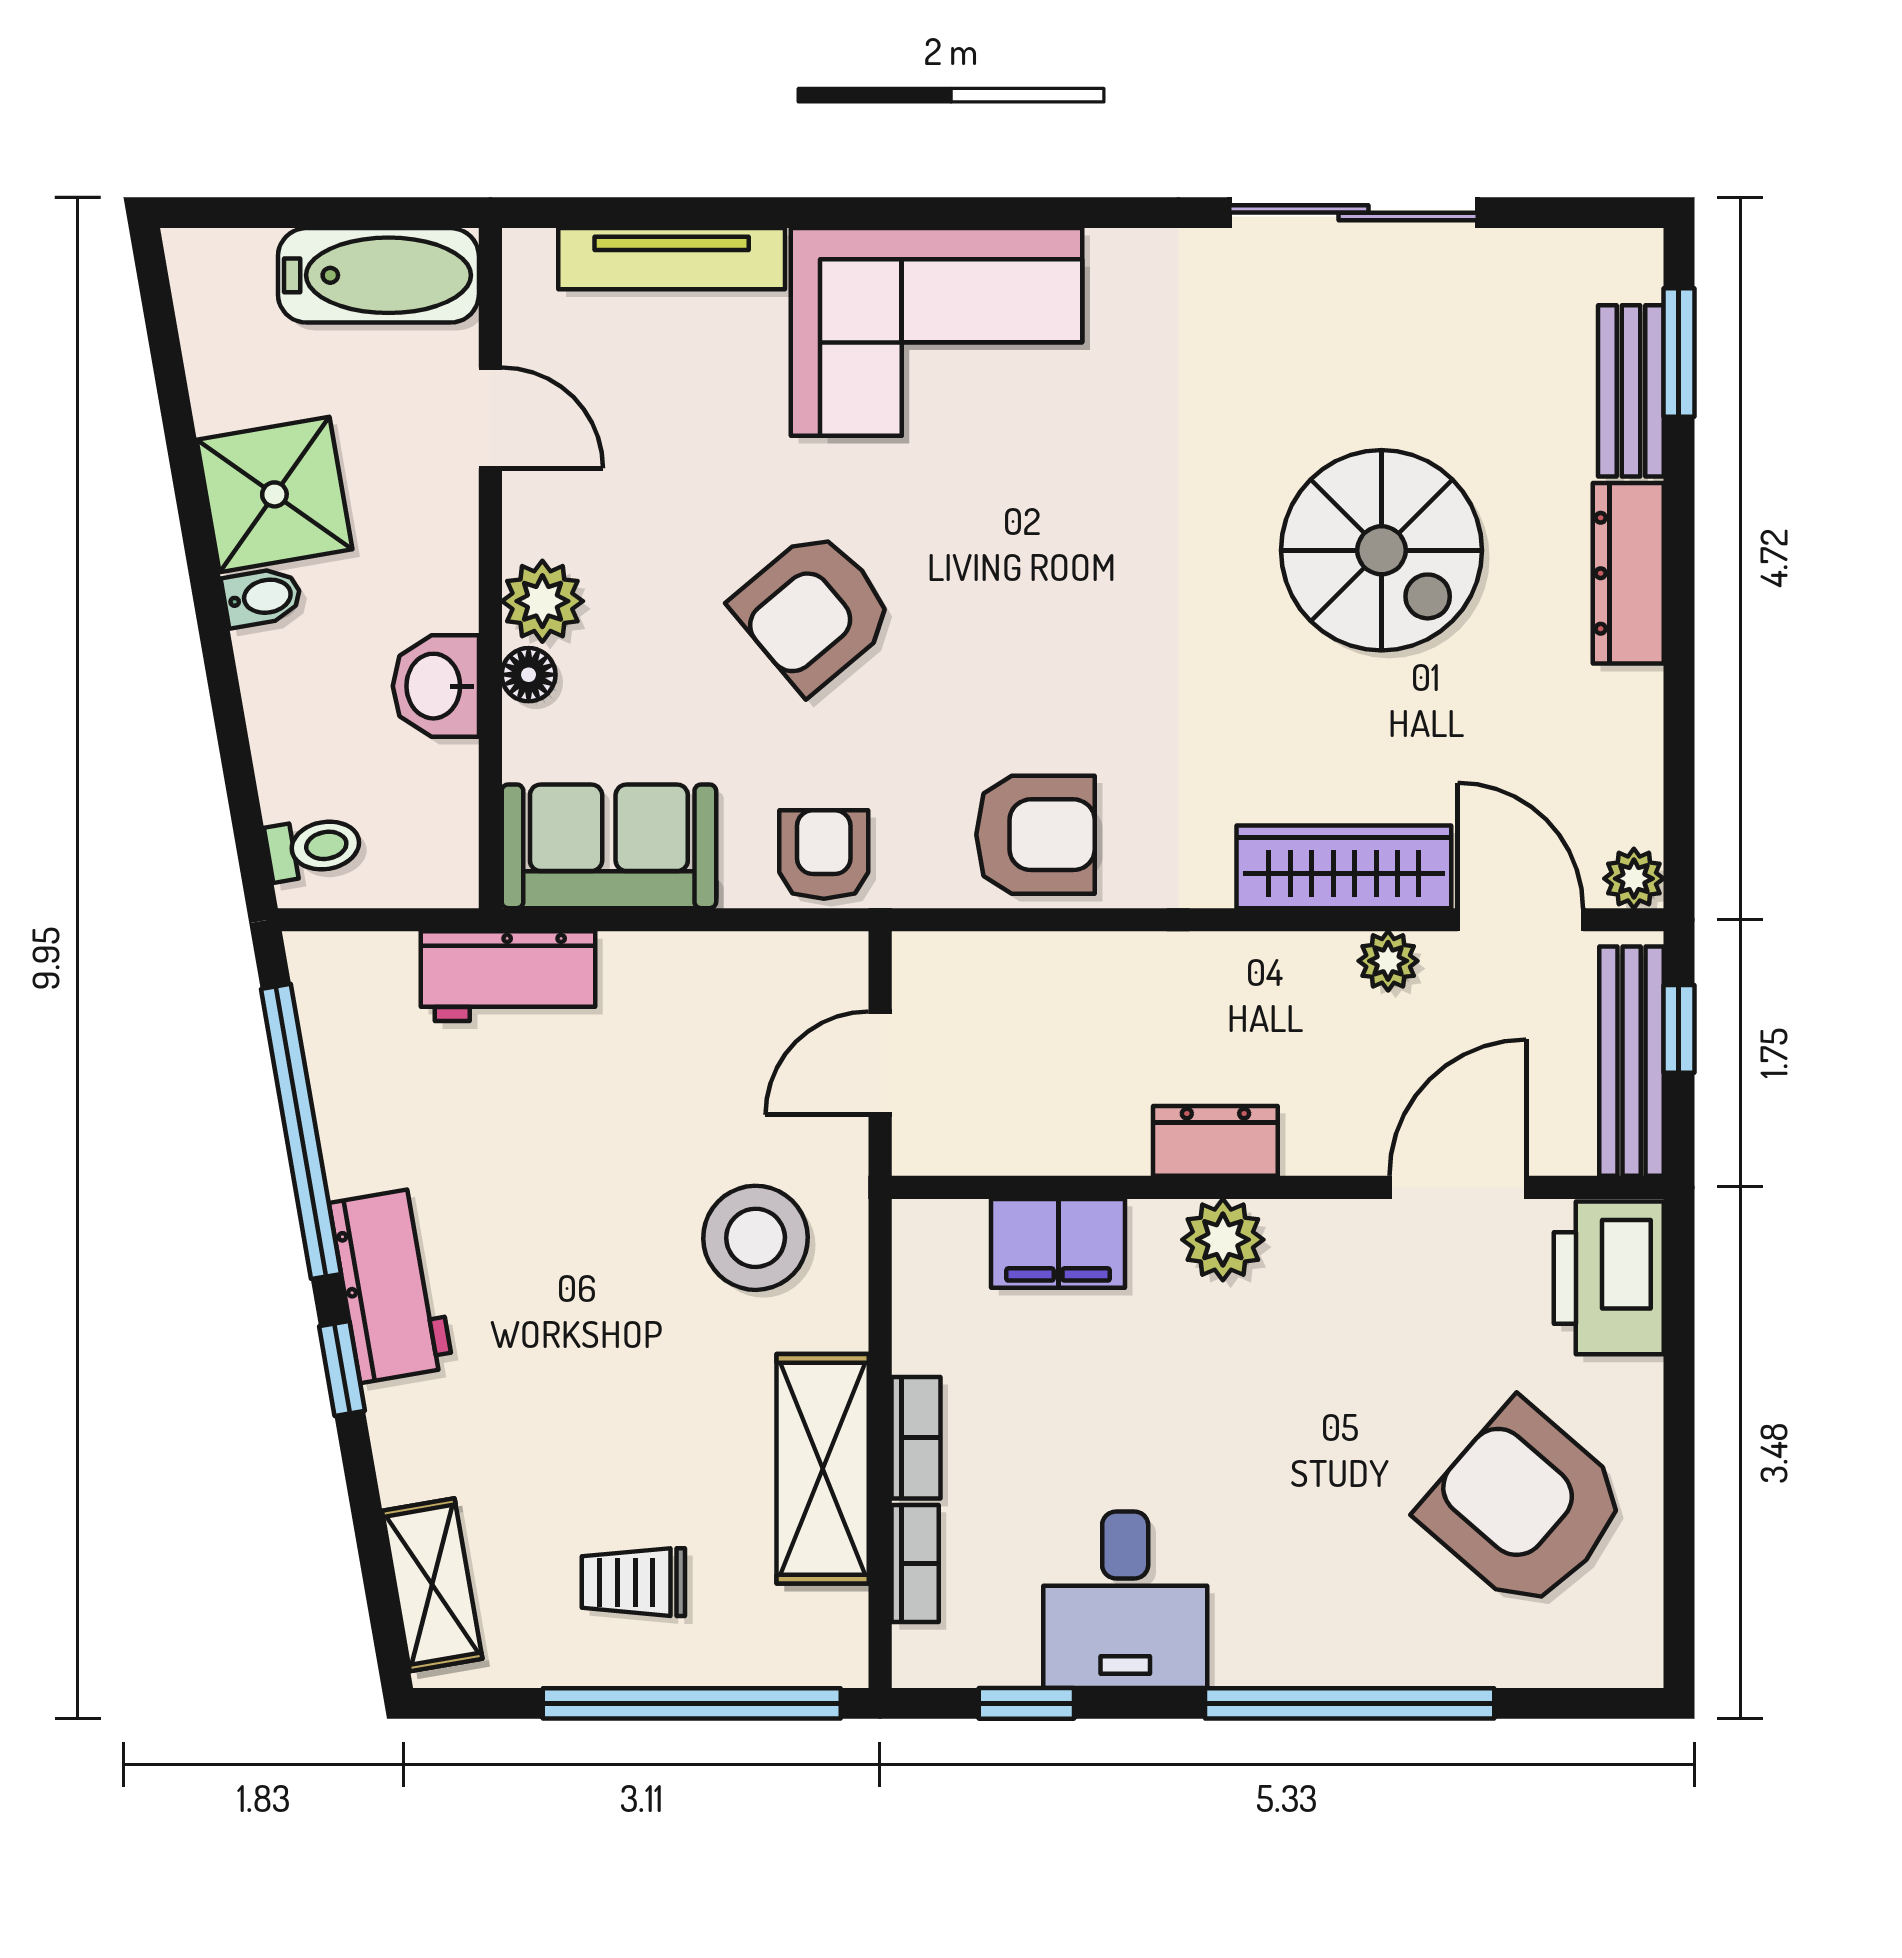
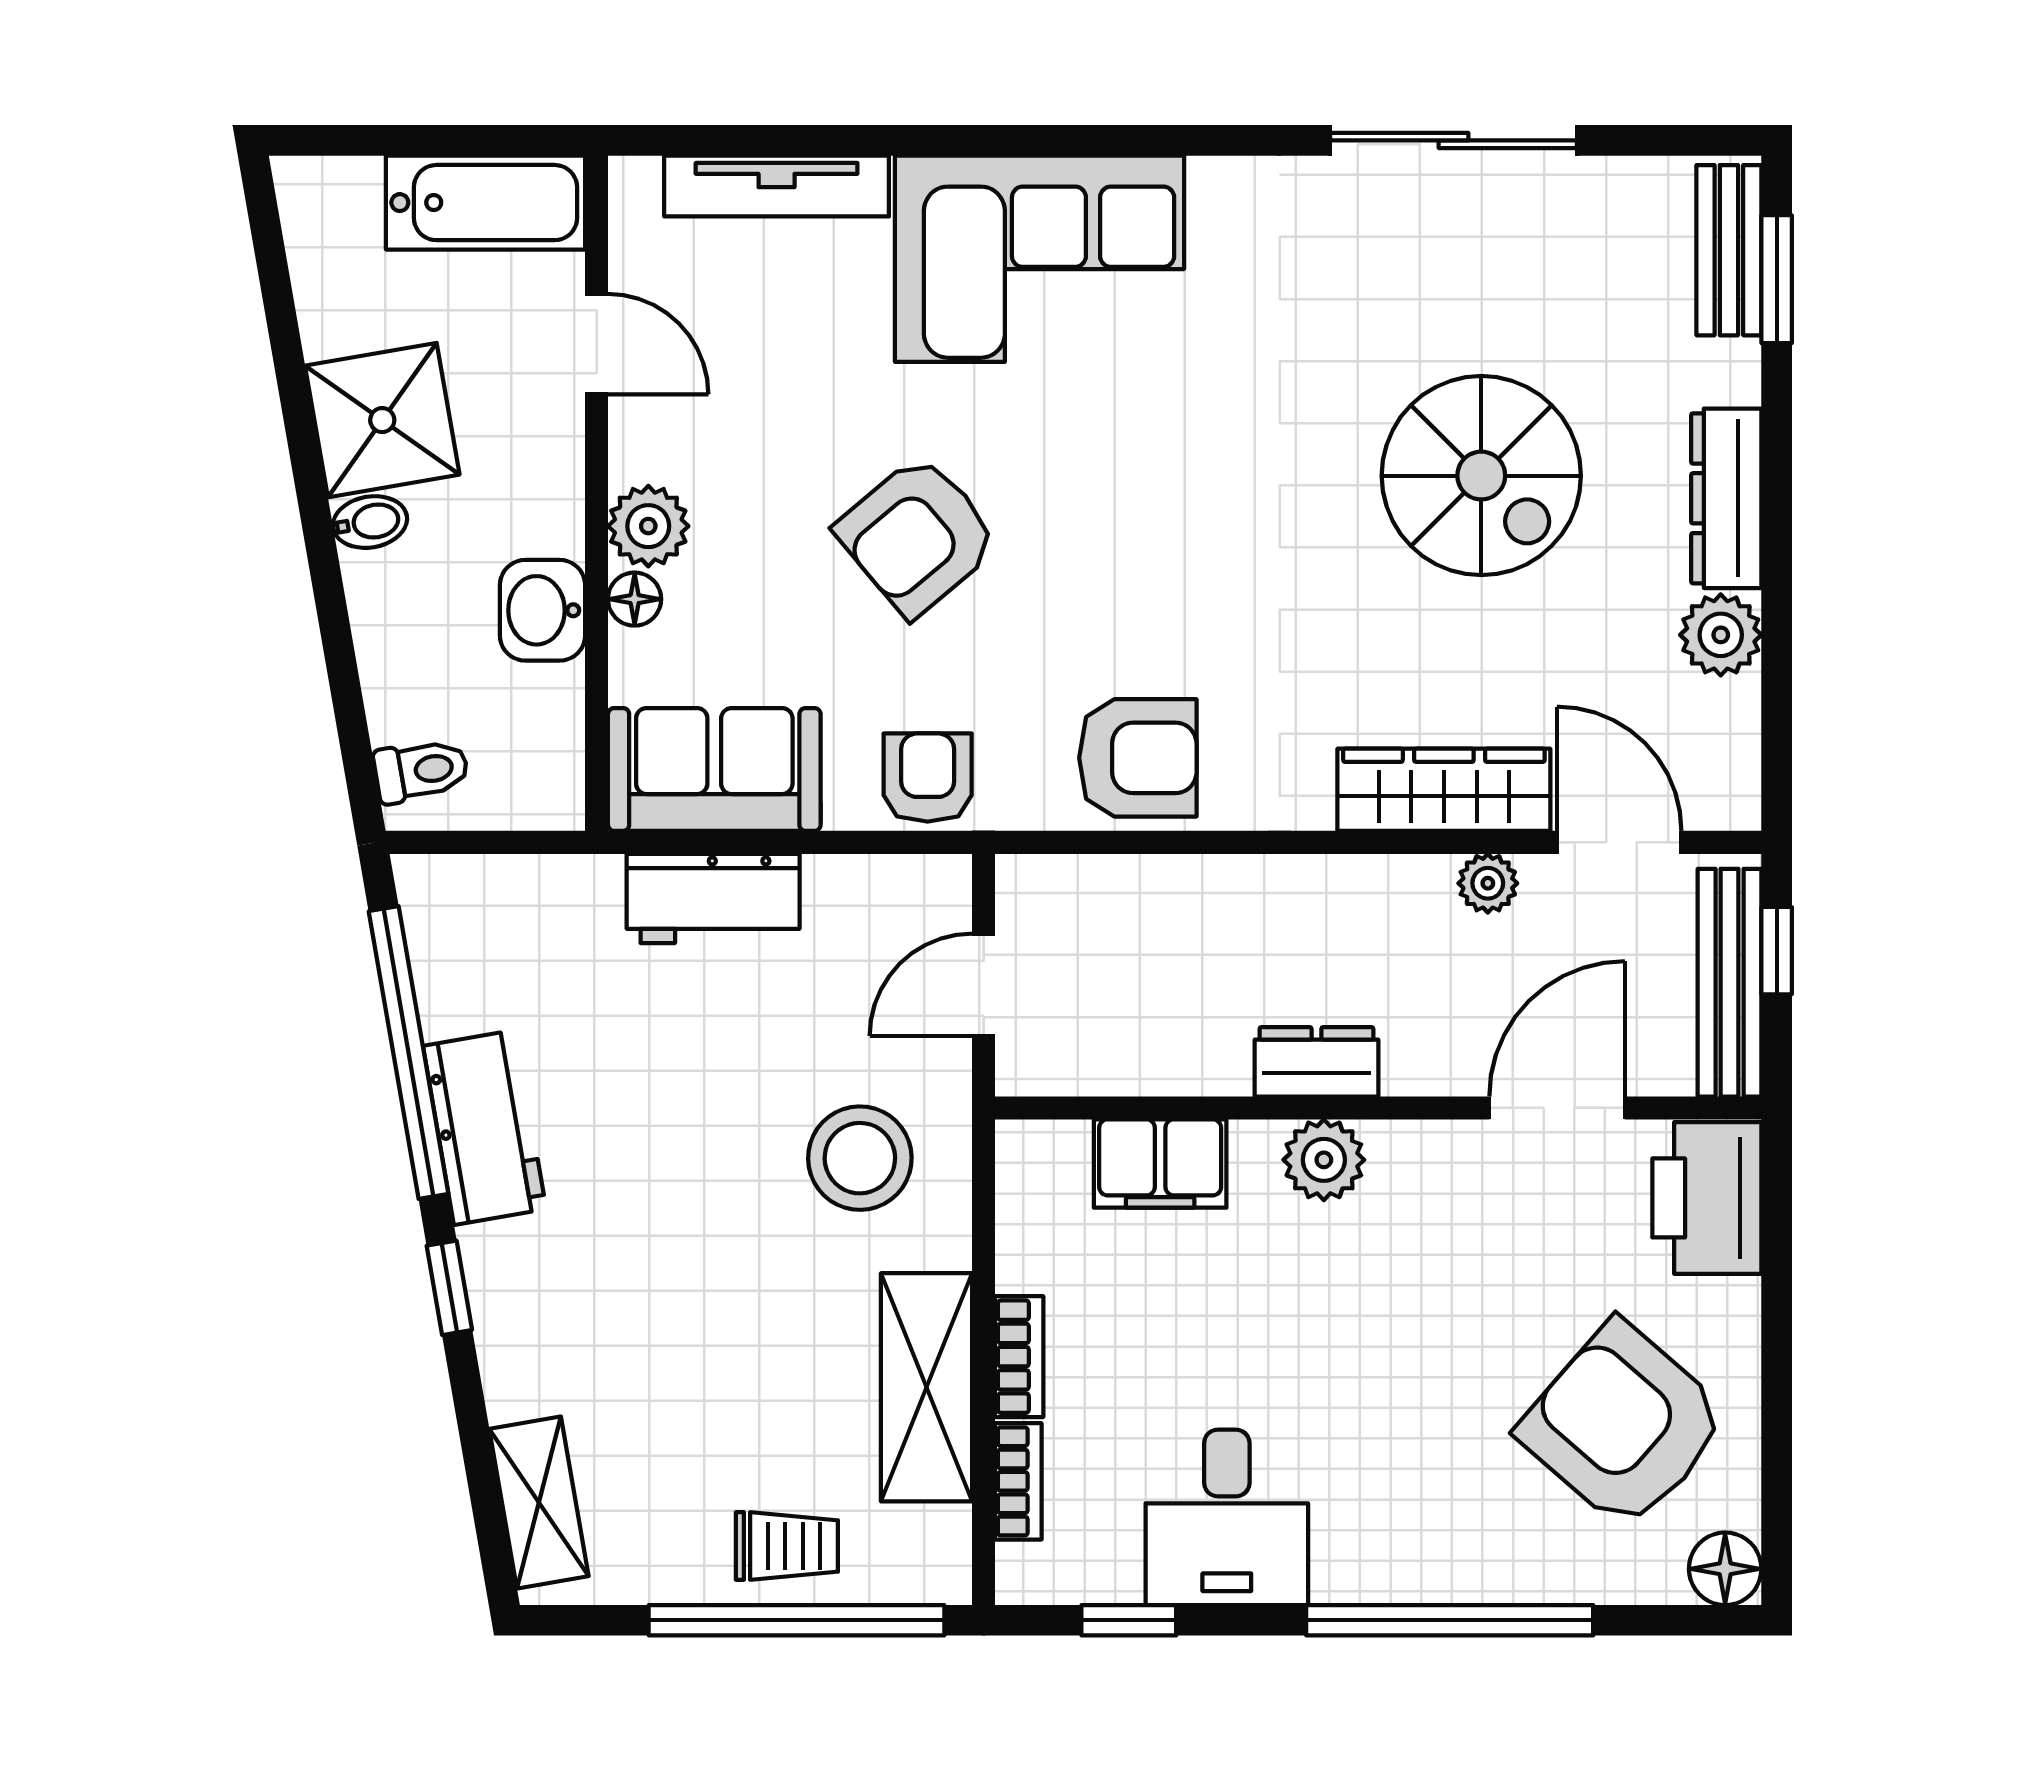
bench: (1631, 391) -> (1729, 250), moved
plant: (1634, 879) -> (1721, 635), moved, width x1.38, depth x1.38
workbench: (508, 976) -> (713, 898), moved
workbench: (391, 1285) -> (485, 1128), moved
trolley: (633, 1582) -> (787, 1546), moved, turned 180
floor lamp: (1627, 1651) -> (1725, 1569), added

